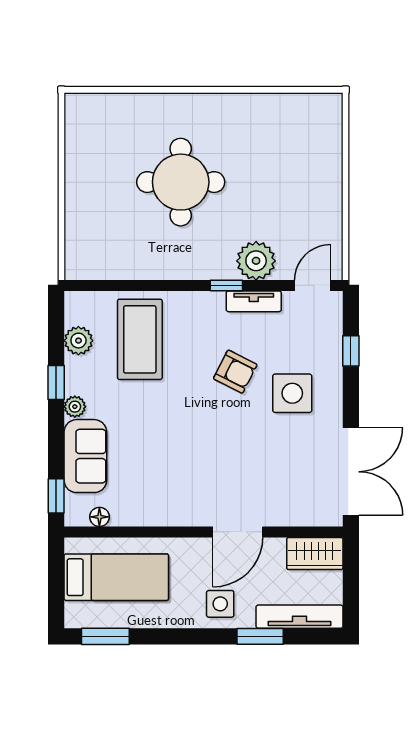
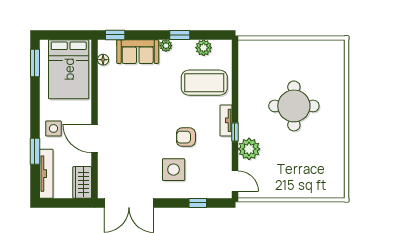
tv unit: (254, 301) -> (226, 120), moved
armchair: (235, 372) -> (186, 137), turned 63
bed: (116, 577) -> (69, 69), width x1.50

